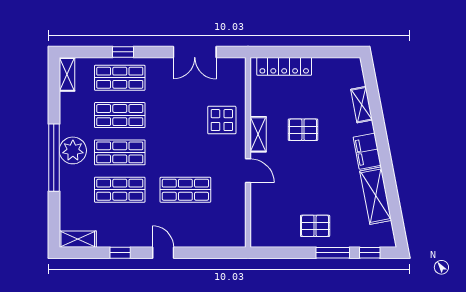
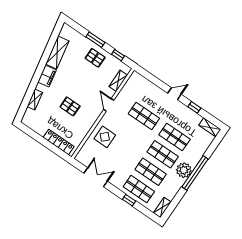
shelving: (258, 134) -> (118, 81), moved
door: (163, 253) -> (174, 94), swing flipped
window: (370, 253) -> (118, 55), moved

